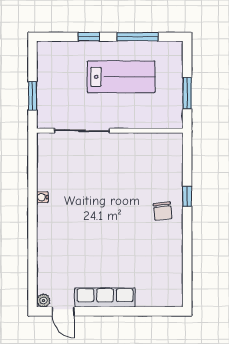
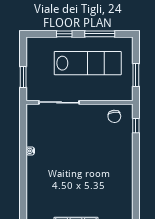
lab bench: (121, 77) -> (88, 63), width x1.36
window: (187, 196) -> (136, 126), moved
chair: (163, 211) -> (114, 116), moved

